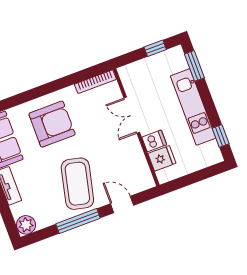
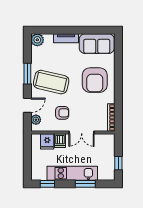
window: (194, 66) -> (85, 184), moved
double door: (132, 115) -> (82, 133), swing flipped
armchair: (114, 152) -> (62, 113), added
plant: (138, 185) -> (36, 120), added
window: (78, 221) -> (27, 74), width x0.69

